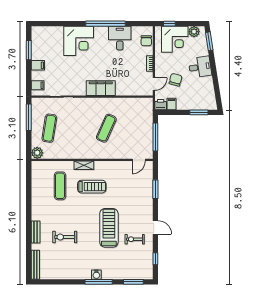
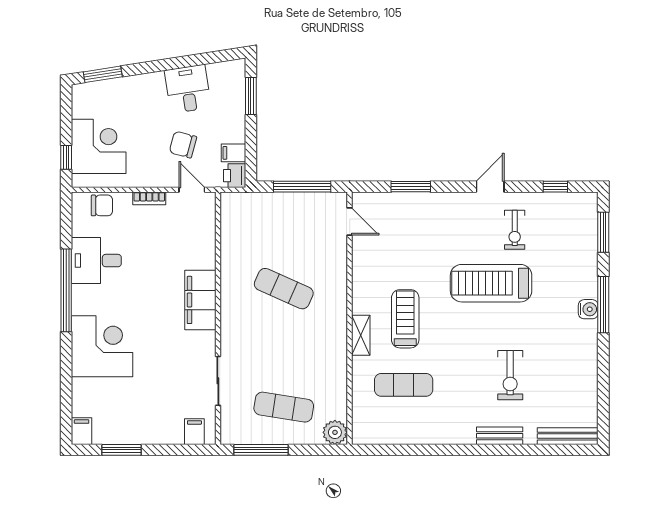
plant: (194, 32) -> (83, 106), removed
filing cabinet: (38, 65) -> (82, 431), moved
desk: (200, 67) -> (188, 89), moved

